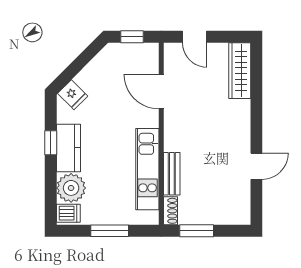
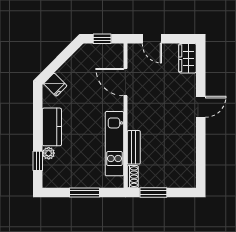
wardrobe: (240, 71) -> (188, 58), width x0.67
window: (51, 143) -> (38, 161), moved
door: (256, 166) -> (201, 107), moved
plant: (71, 188) -> (49, 153), width x0.53, depth x0.53
dishwasher: (68, 213) -> (52, 179), removed

